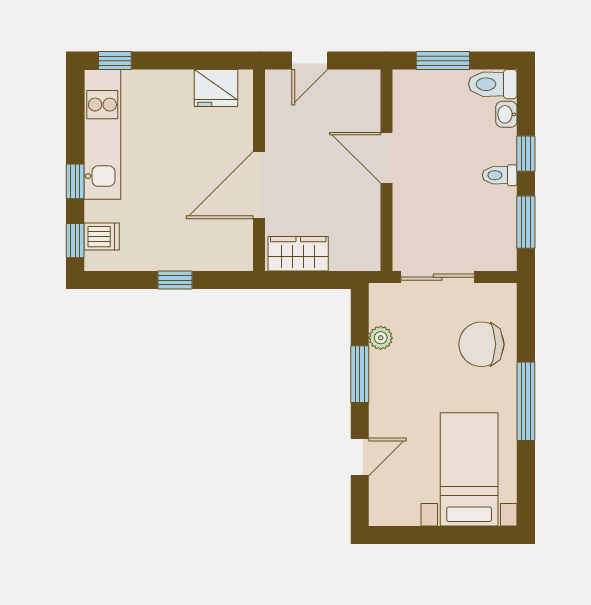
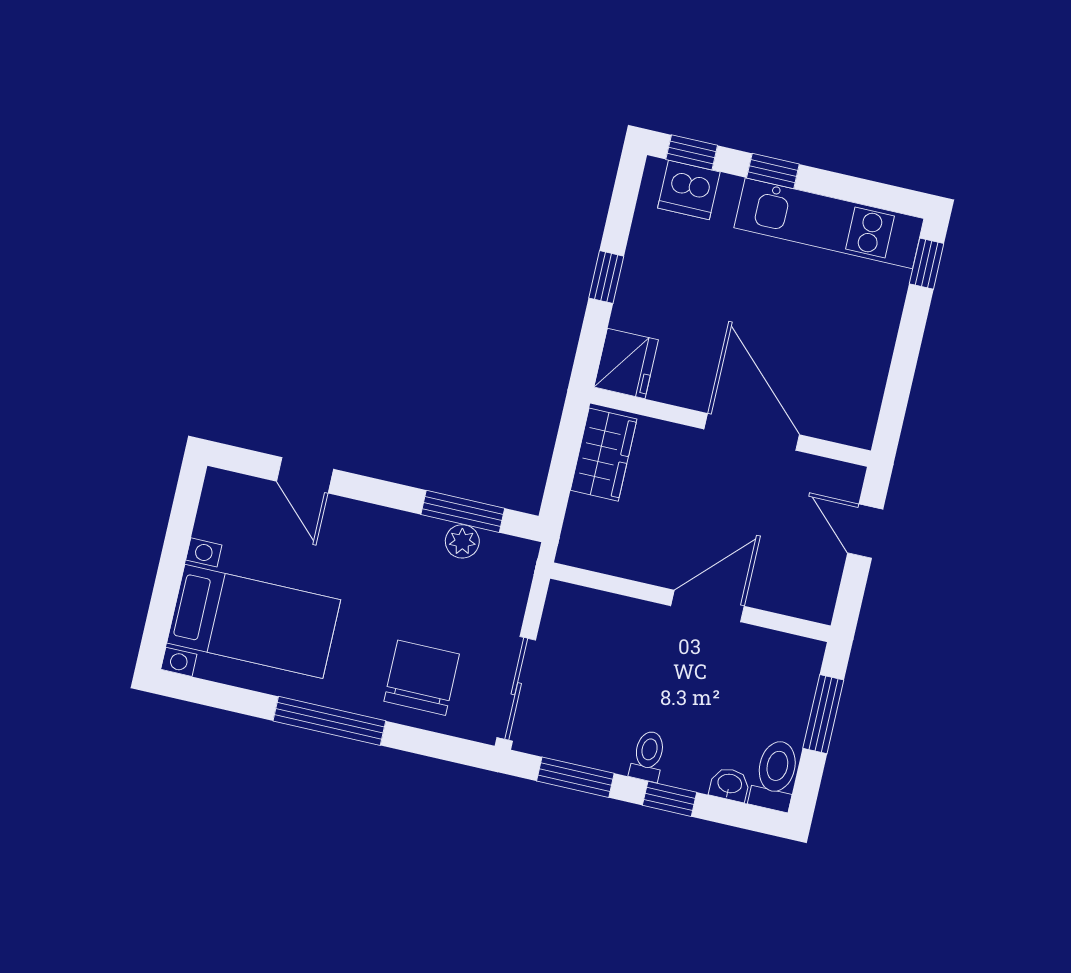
fridge: (216, 88) -> (626, 363), moved, turned 180
door: (259, 185) -> (752, 432), moved
dishwasher: (102, 237) -> (689, 190), width x1.38
sliding door: (438, 277) -> (516, 689), moved
window: (360, 374) -> (463, 511), moved

